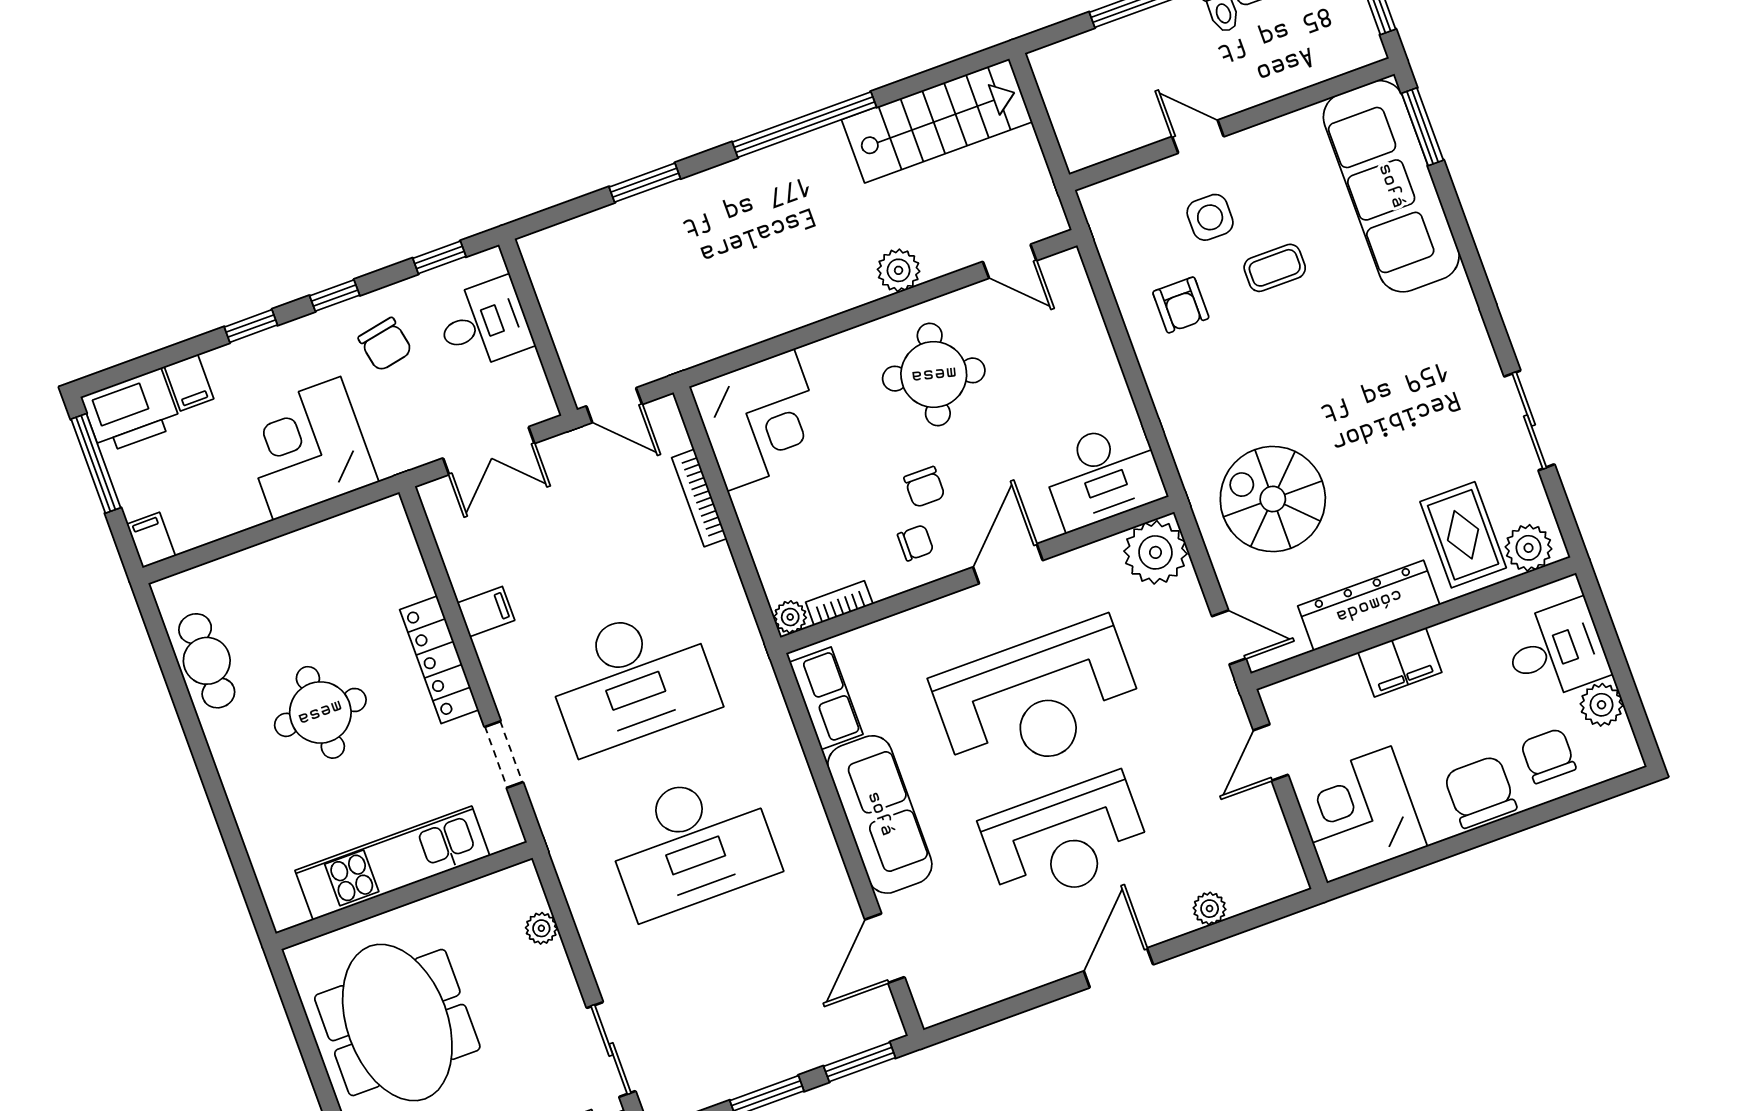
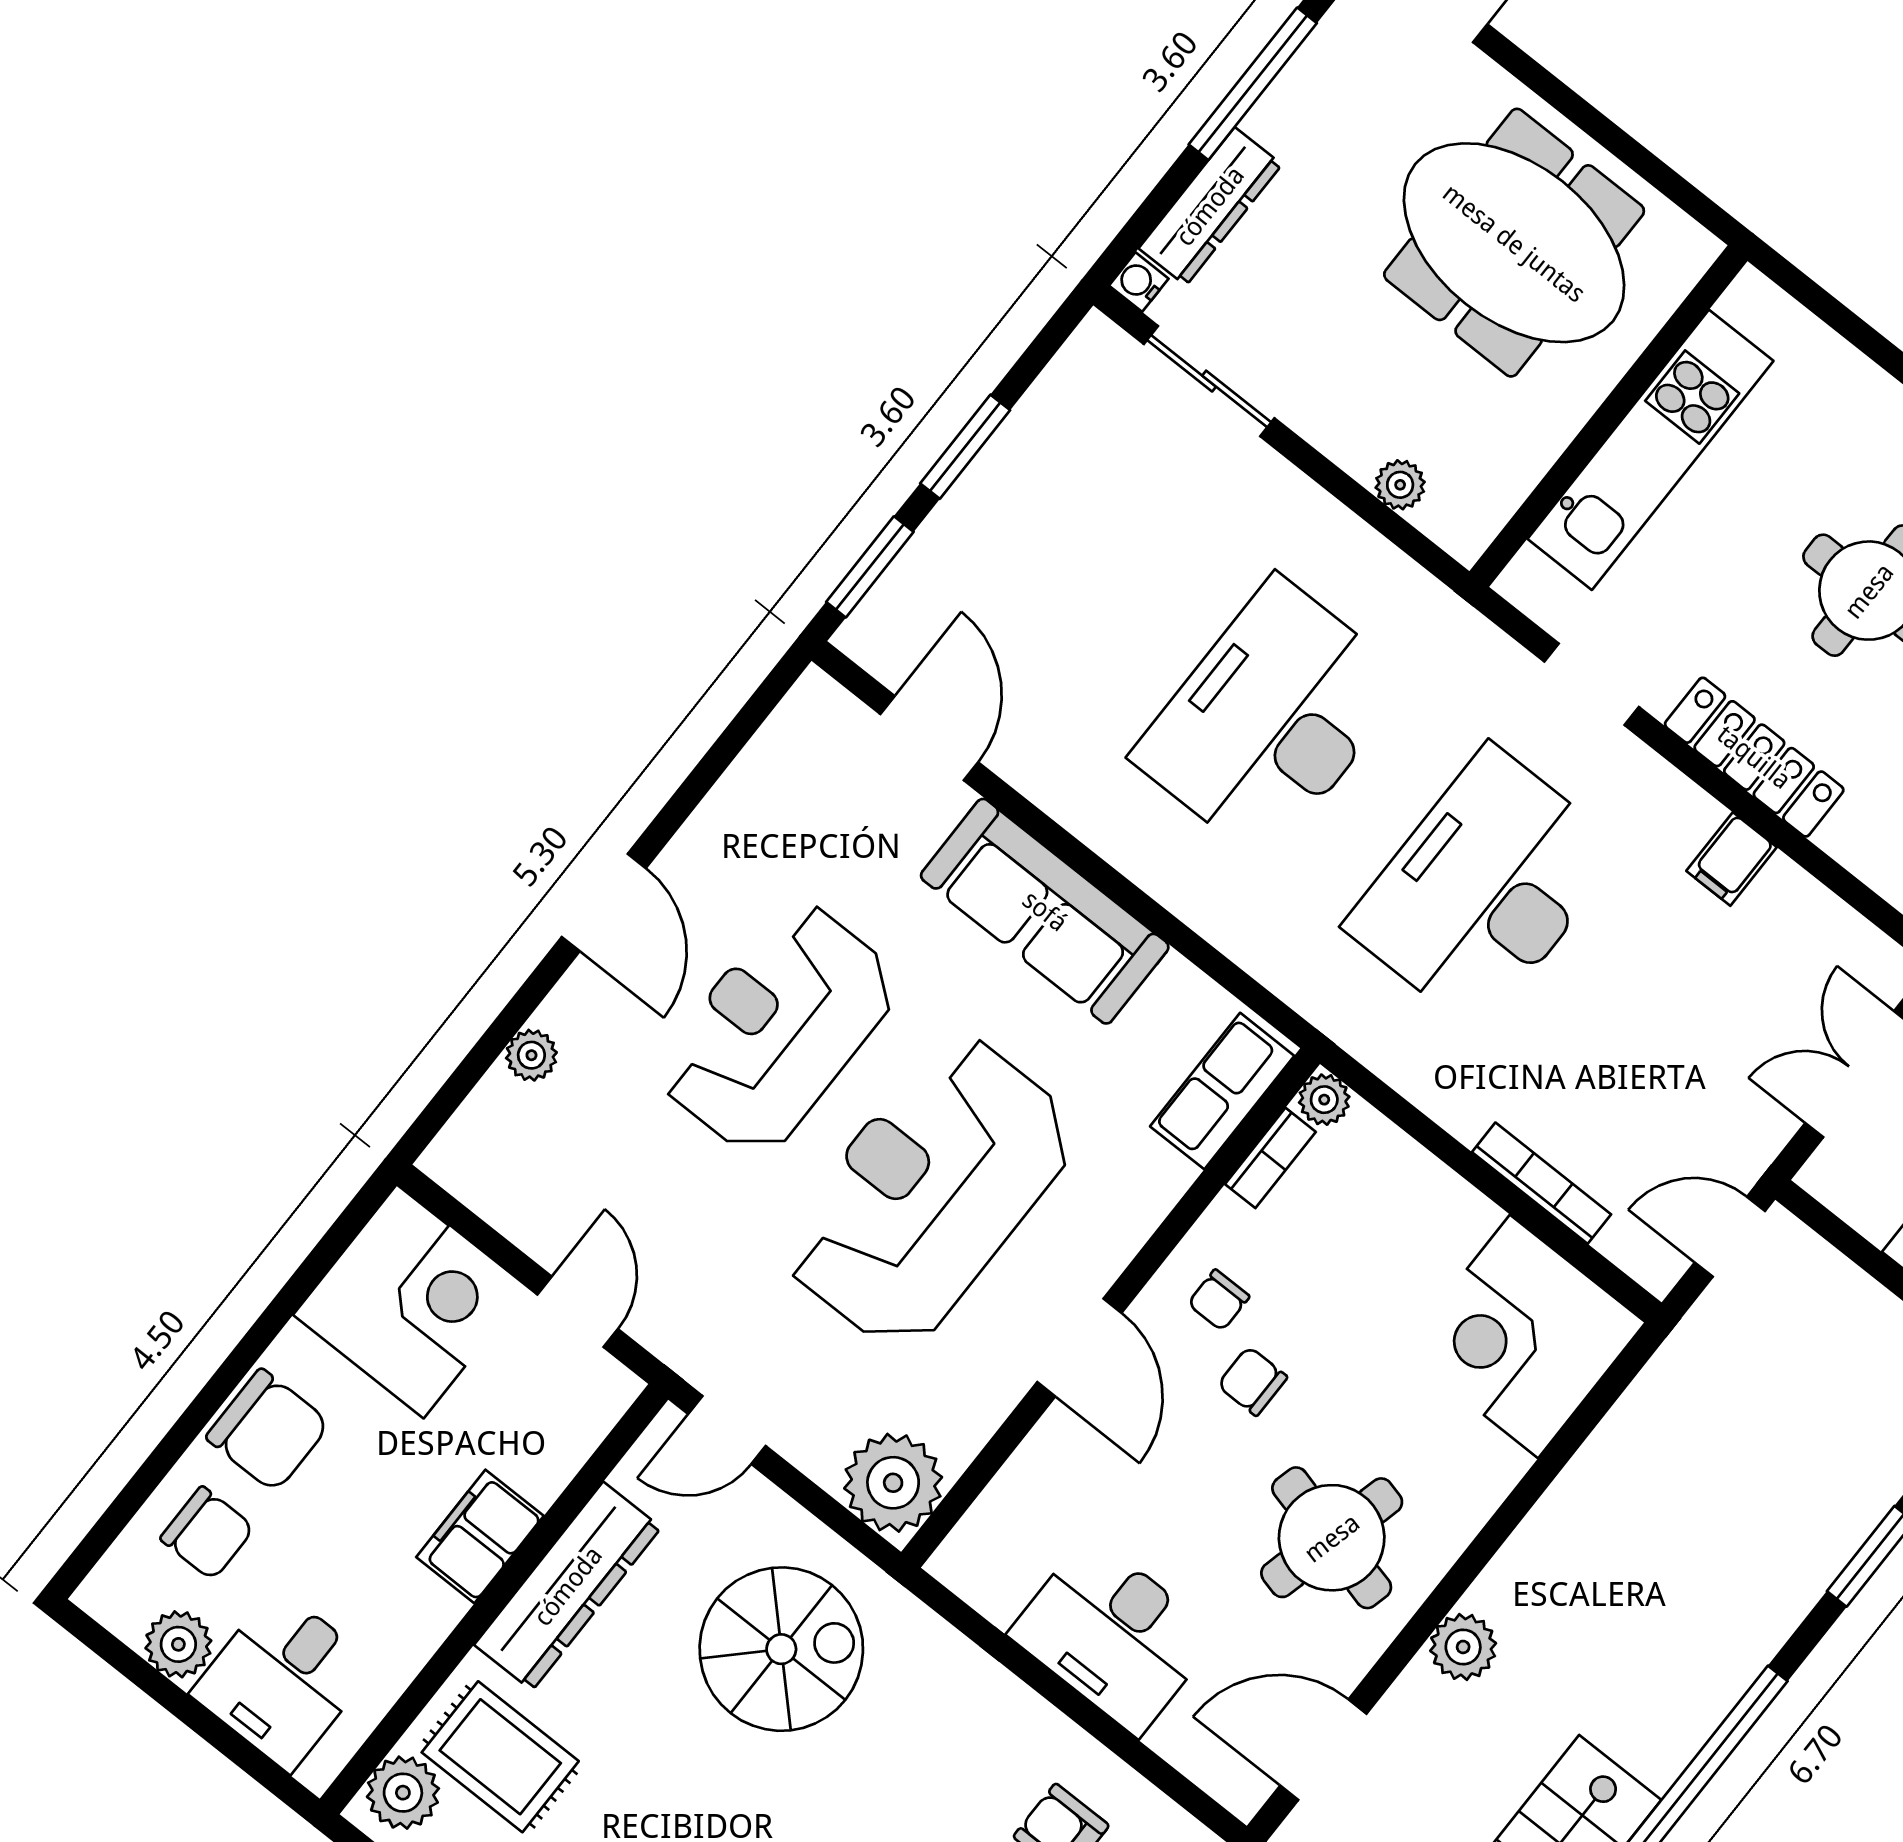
door: (1010, 261) -> (1323, 1750), width x1.38
desk: (1103, 475) -> (1113, 1635), moved, turned -90
row of seats: (826, 698) -> (1222, 1091), moved, turned 90

